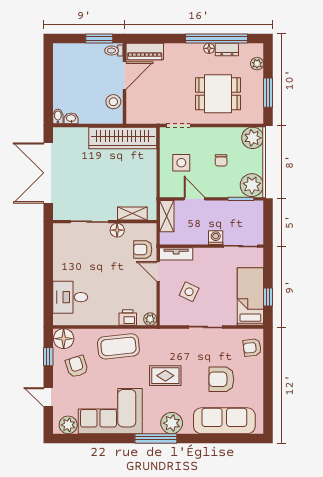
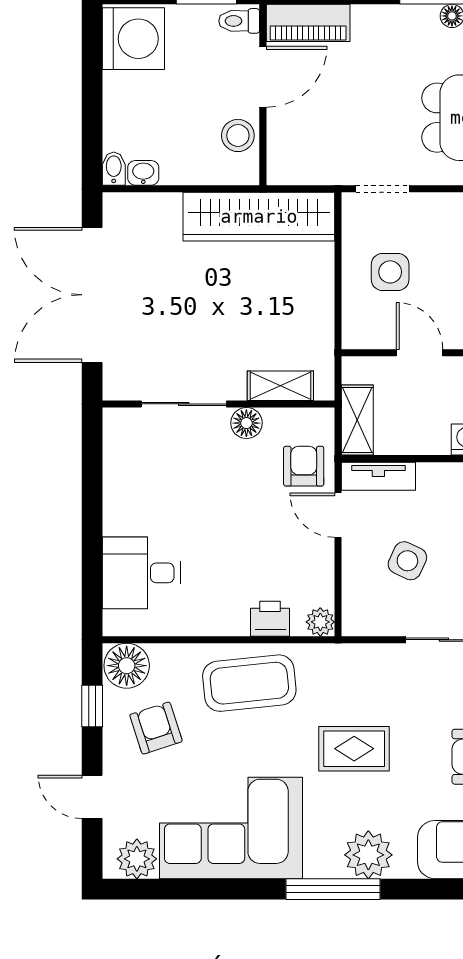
washing machine: (67, 58) -> (133, 39), added
shelving: (167, 216) -> (357, 420), moved
armchair: (143, 249) -> (304, 466), turned 90

